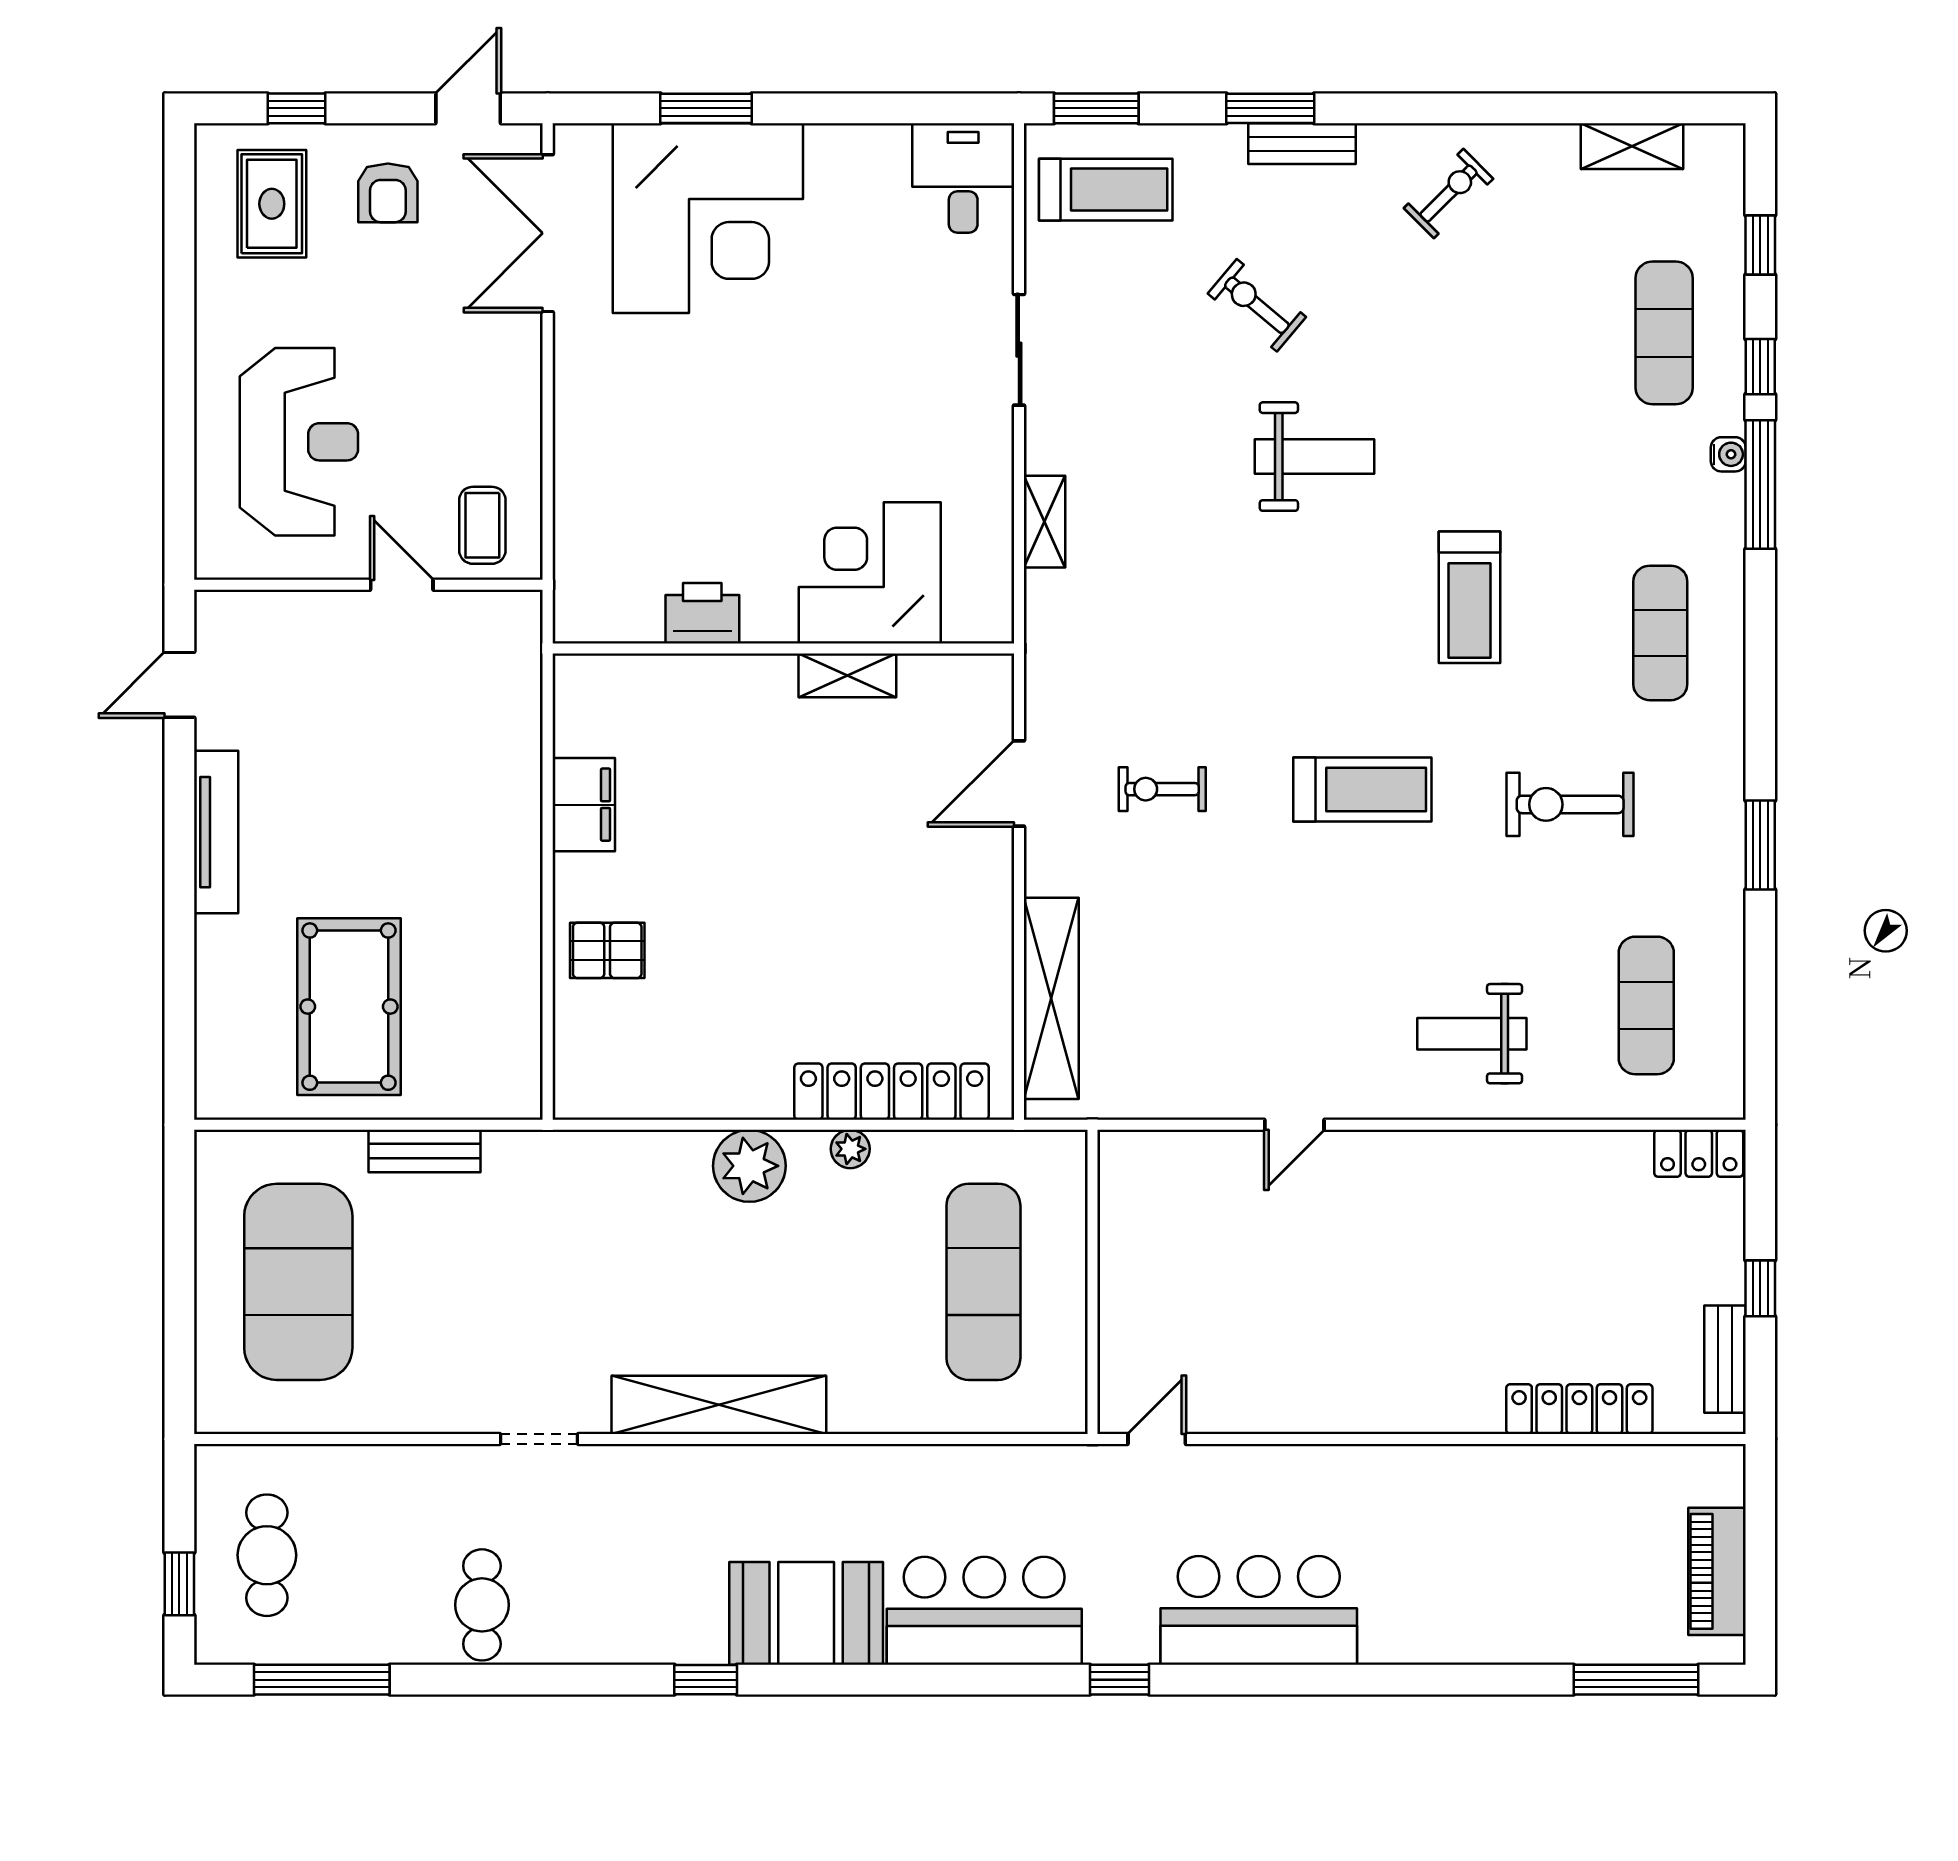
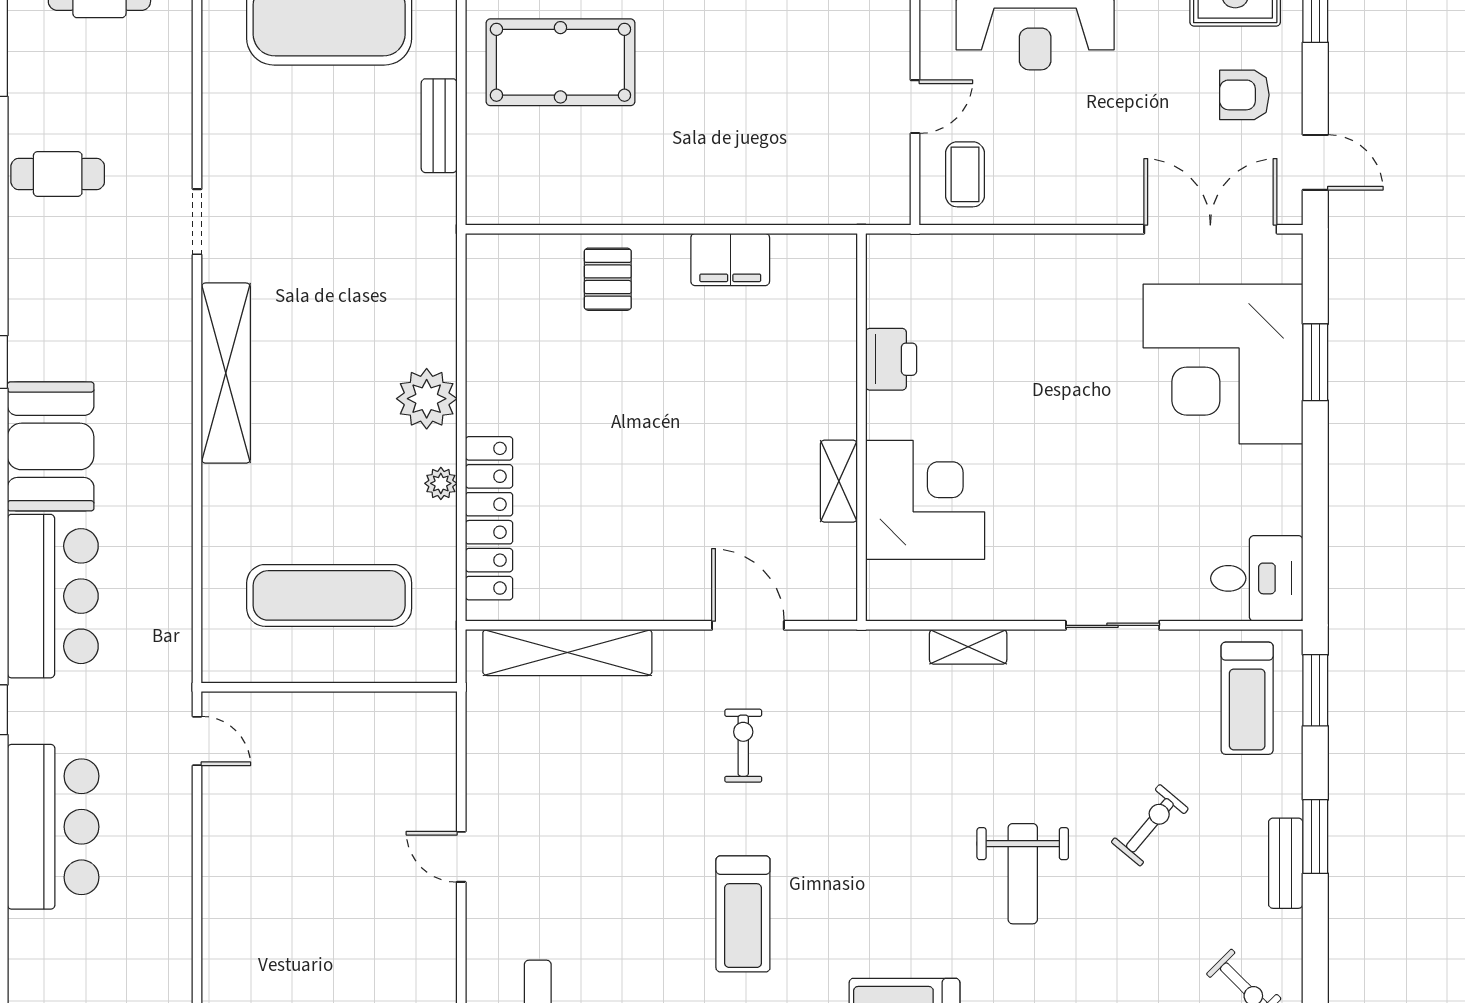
coffee table: (482, 525) -> (965, 174), turned 90

